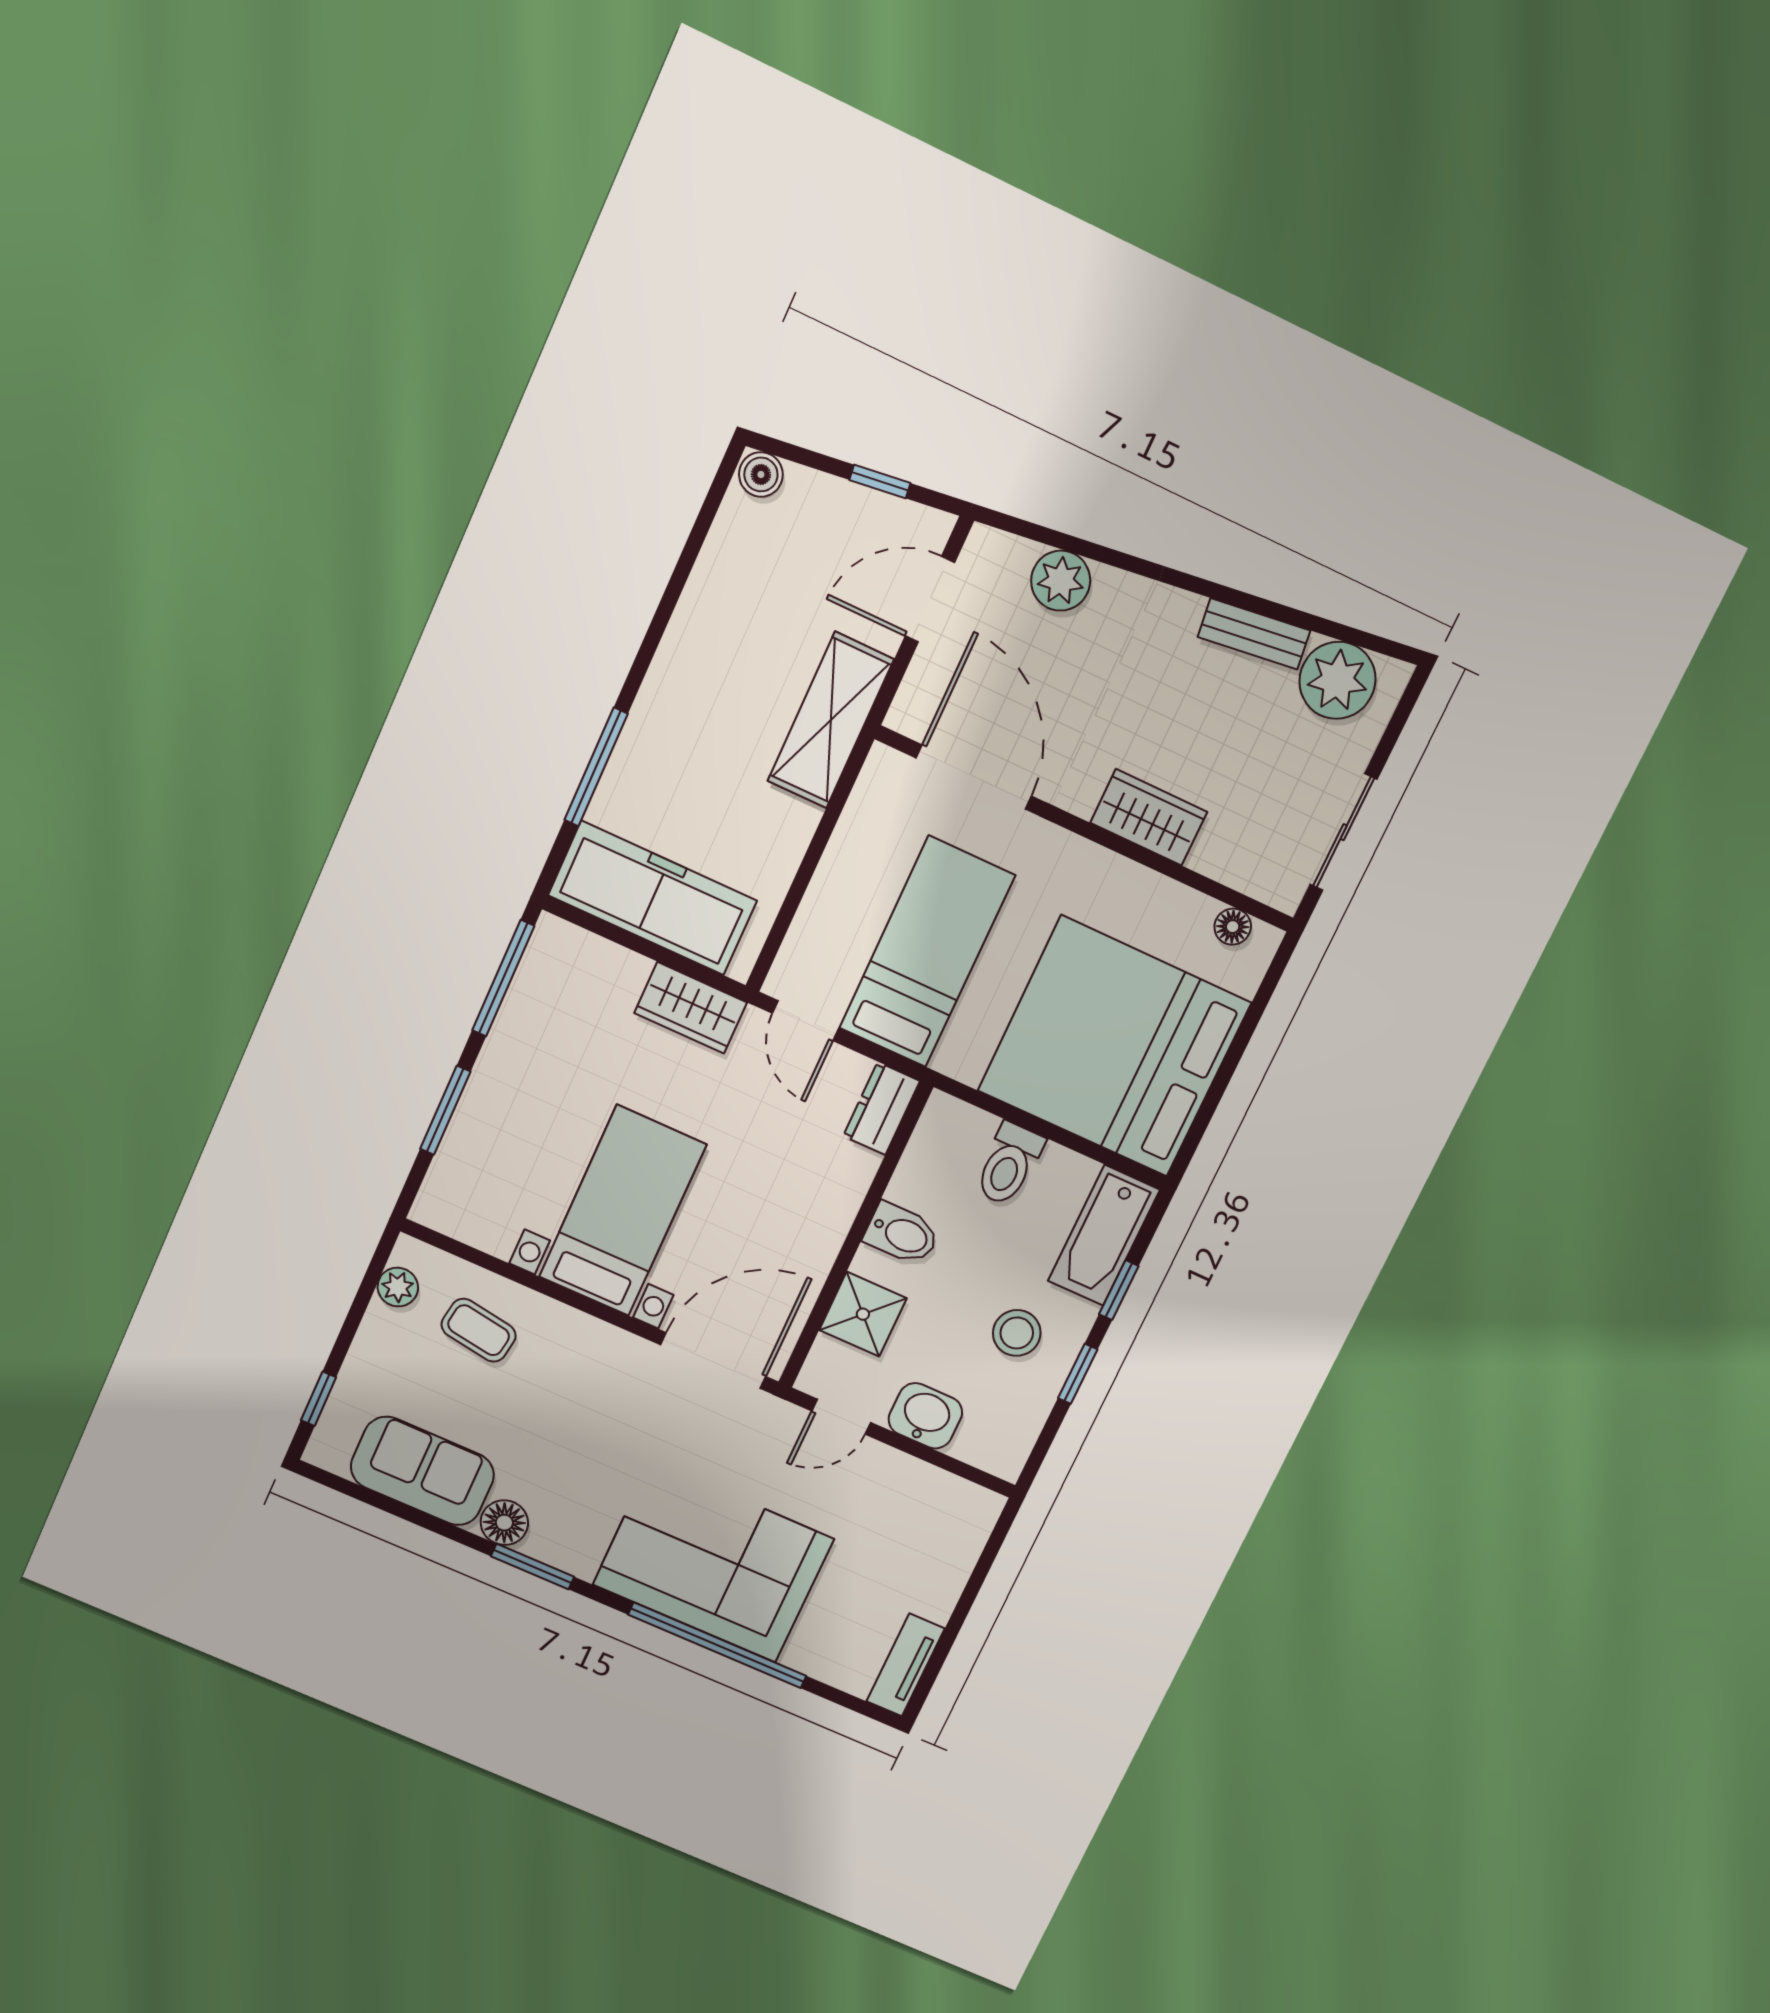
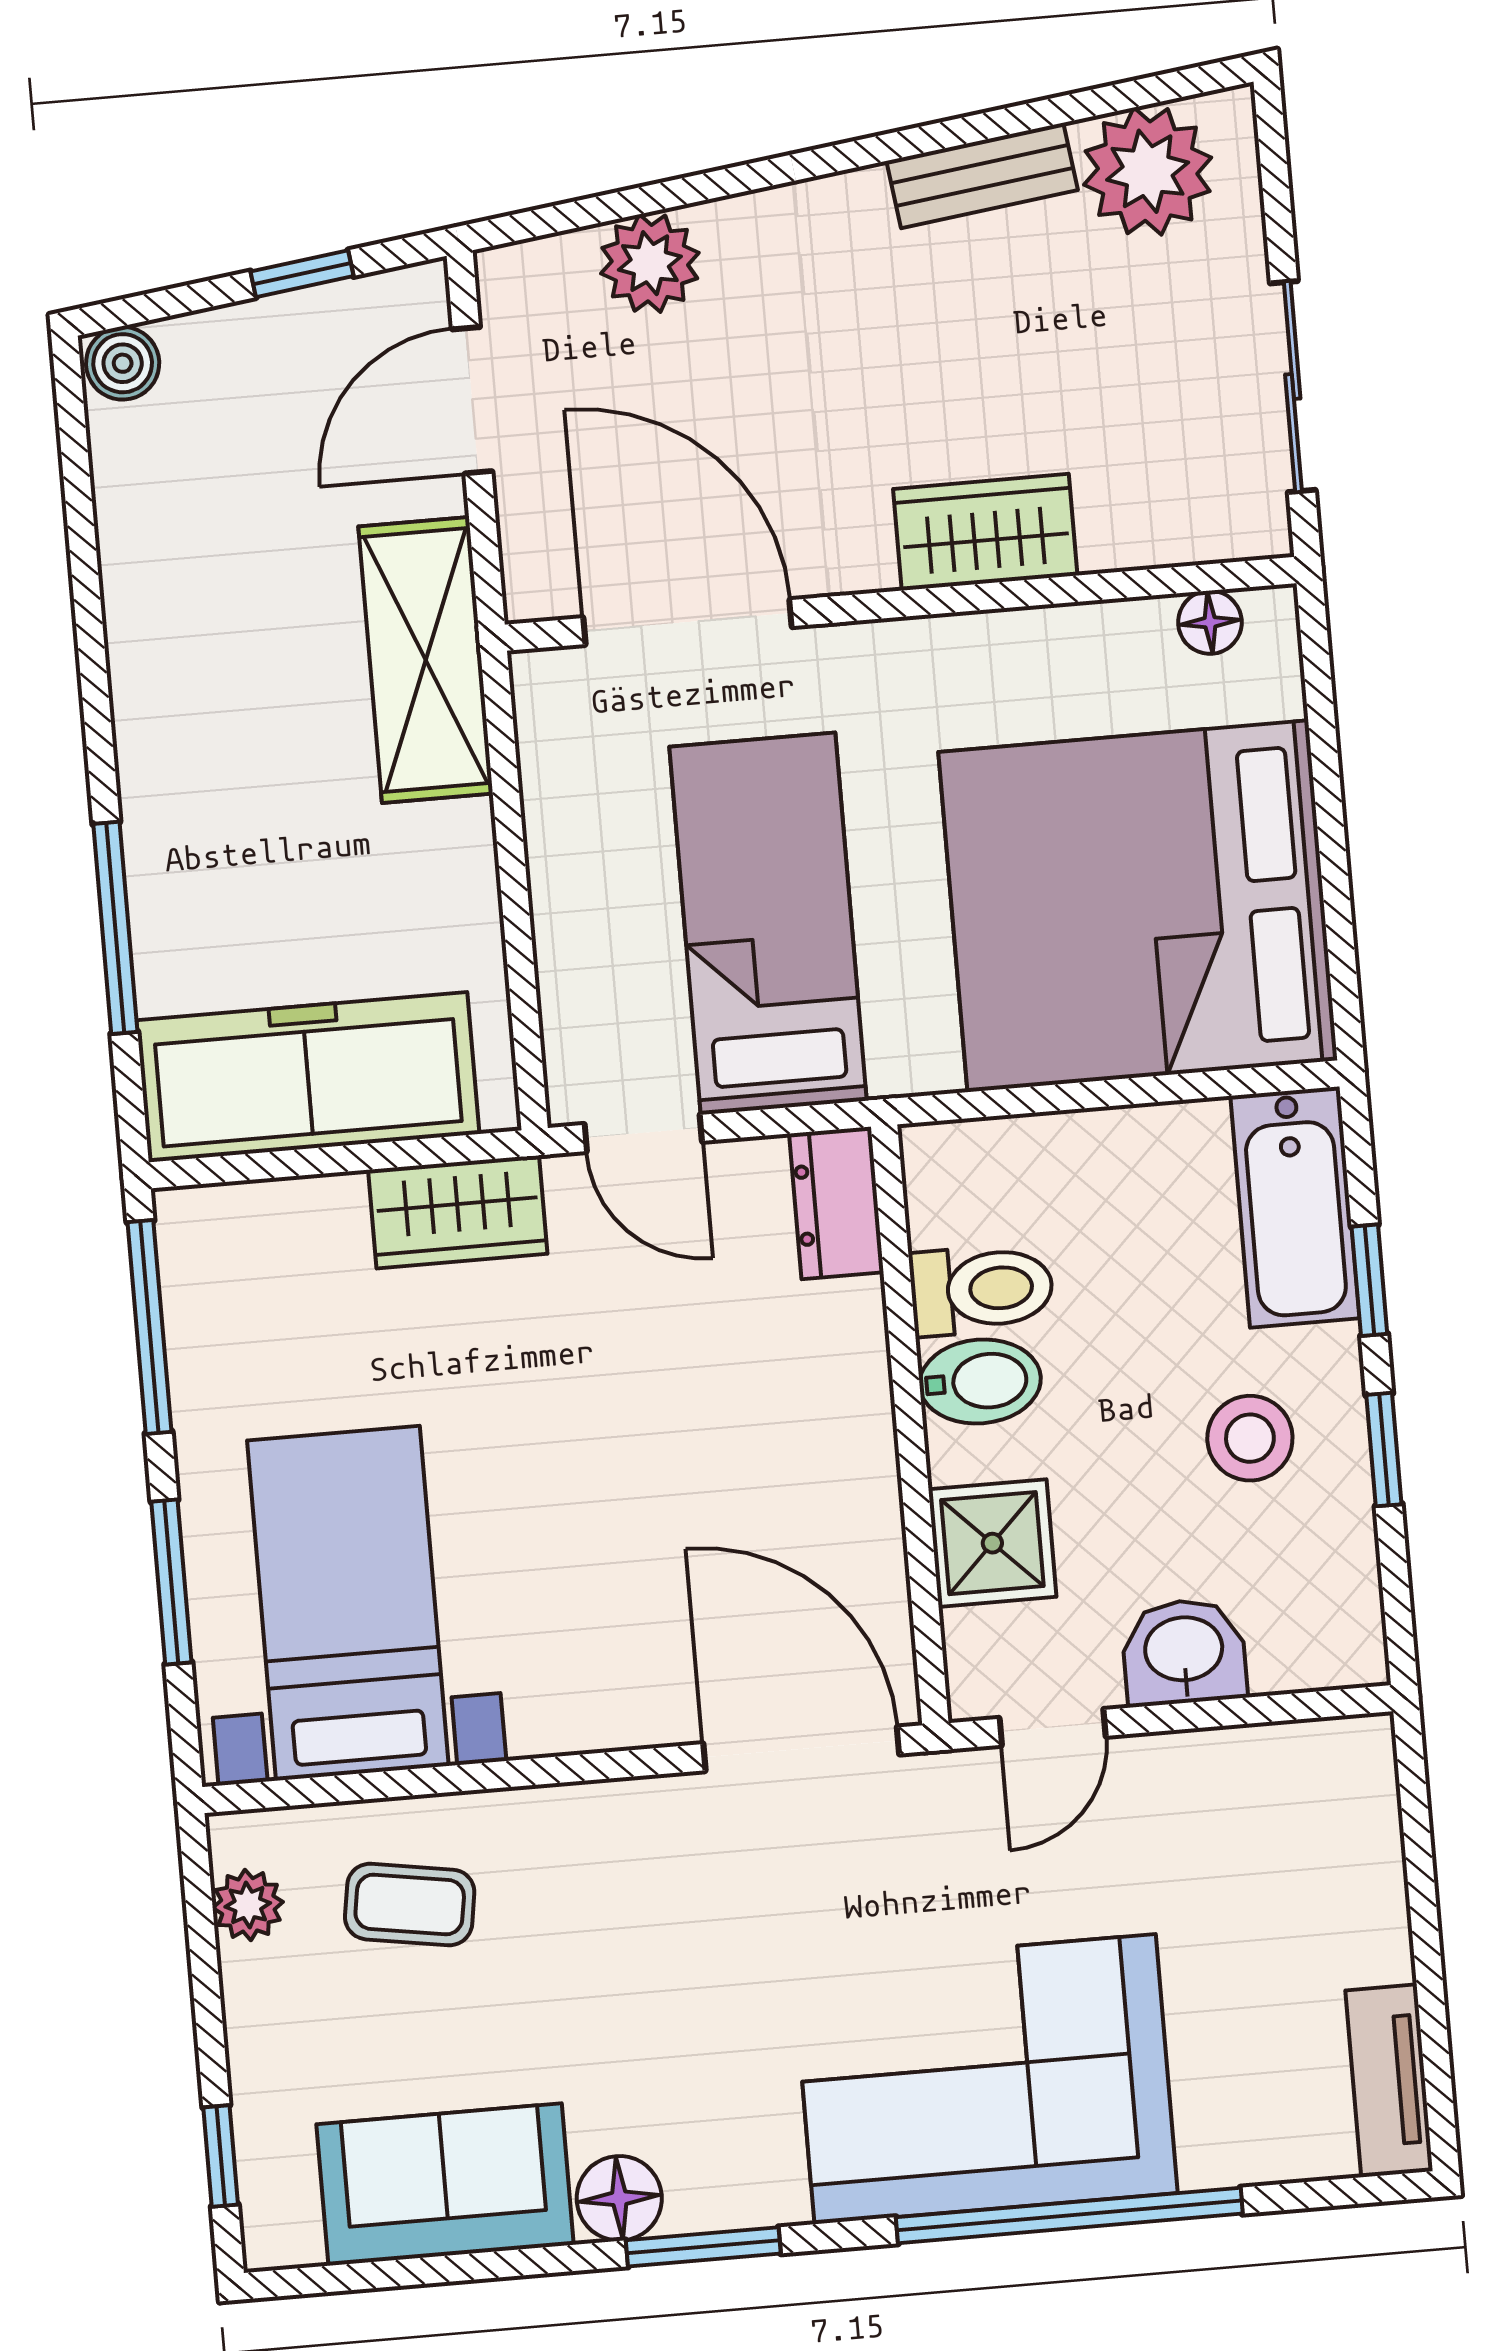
toilet: (1009, 1164) -> (982, 1289), moved, turned -90
bed with nightstands: (623, 1211) -> (348, 1603), moved
door: (713, 1361) -> (801, 1749), hinge flipped

